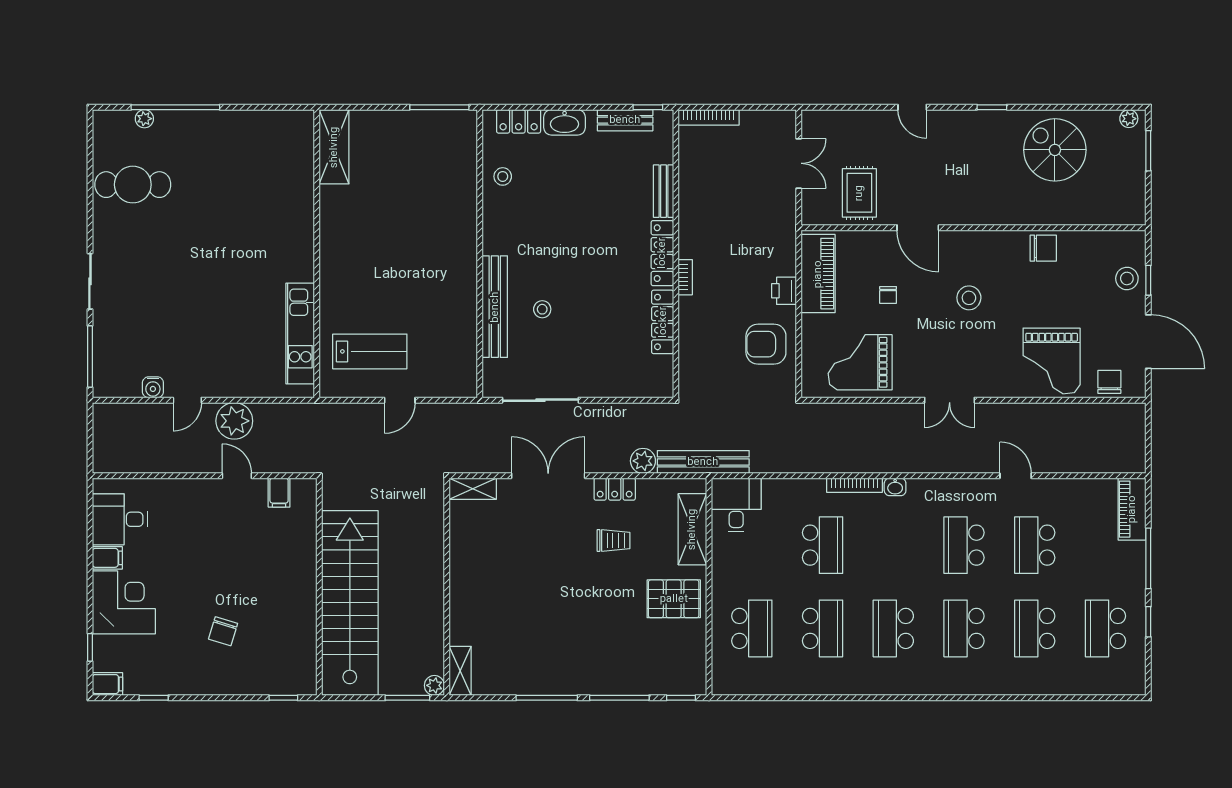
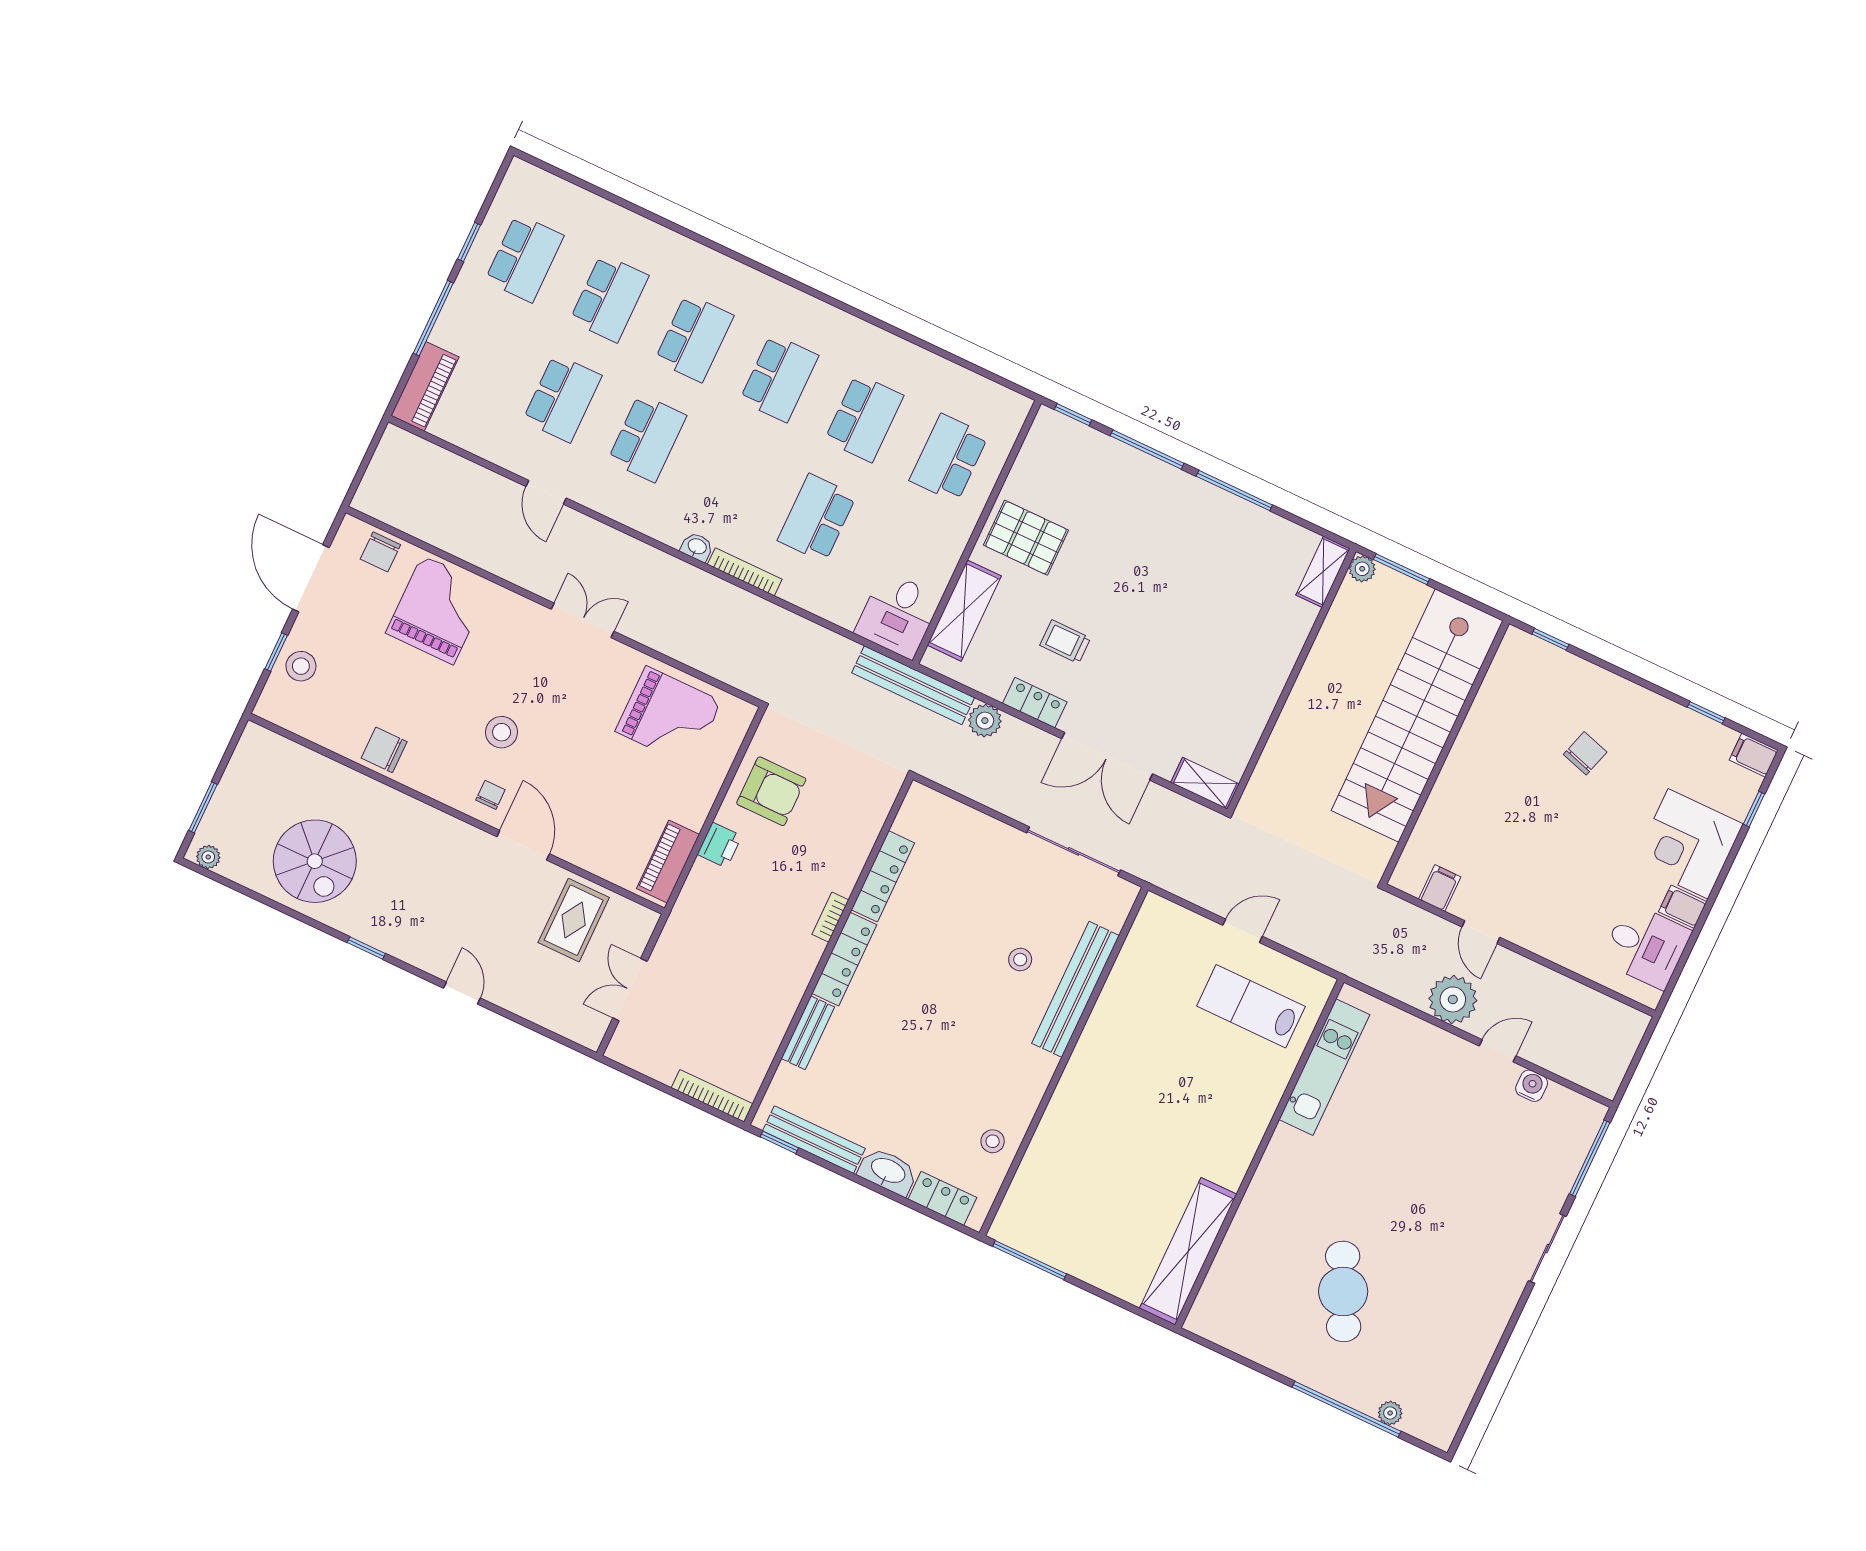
bench: (625, 120) -> (814, 1140), width x1.36
shelving: (334, 147) -> (1188, 1251), width x1.47
cafe table: (133, 185) -> (1343, 1291), moved, turned 64
piano: (818, 274) -> (668, 861), width x0.73, depth x0.75
chair: (888, 295) -> (490, 795), moved
school desk: (823, 628) -> (864, 418), turned 180

